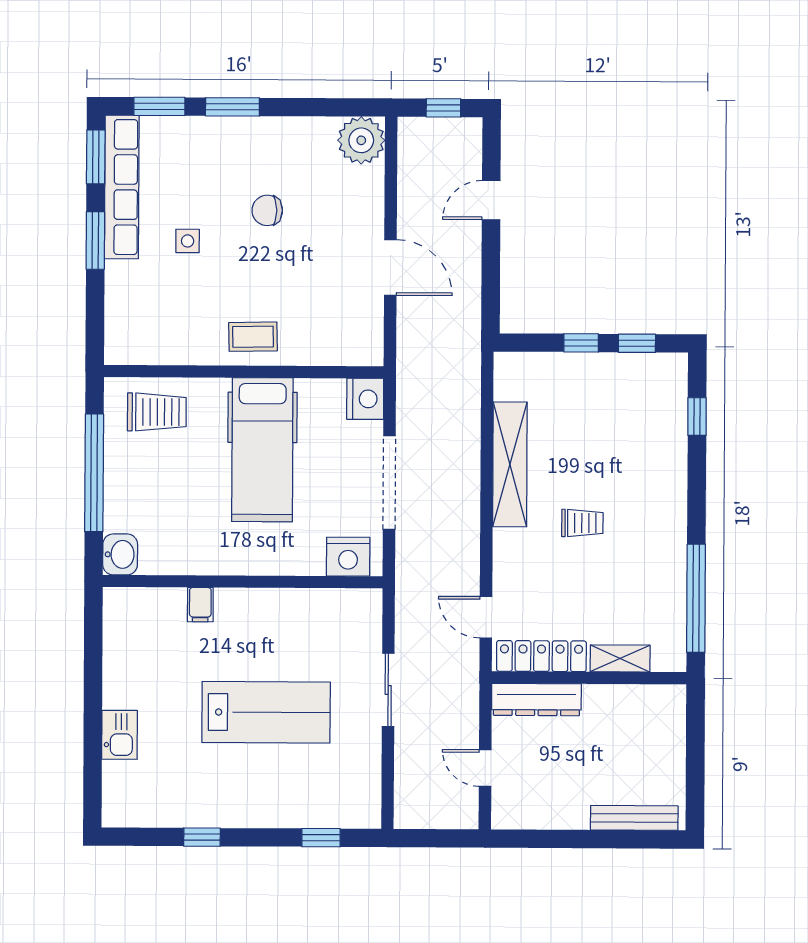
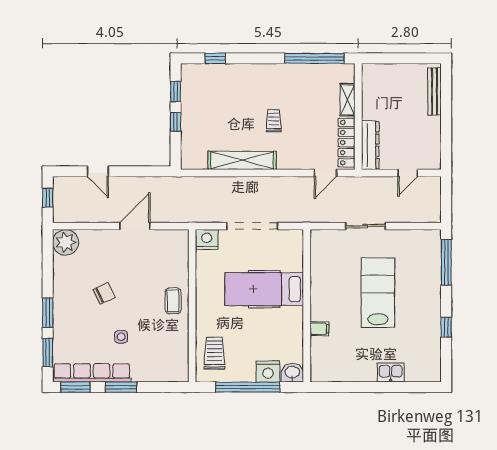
chair: (267, 210) -> (104, 293), turned -116
hospital bed: (262, 450) -> (264, 289), moved, turned 180
nightstand: (348, 557) -> (268, 372), moved, turned 90
window: (321, 838) -> (446, 262), width x2.17

